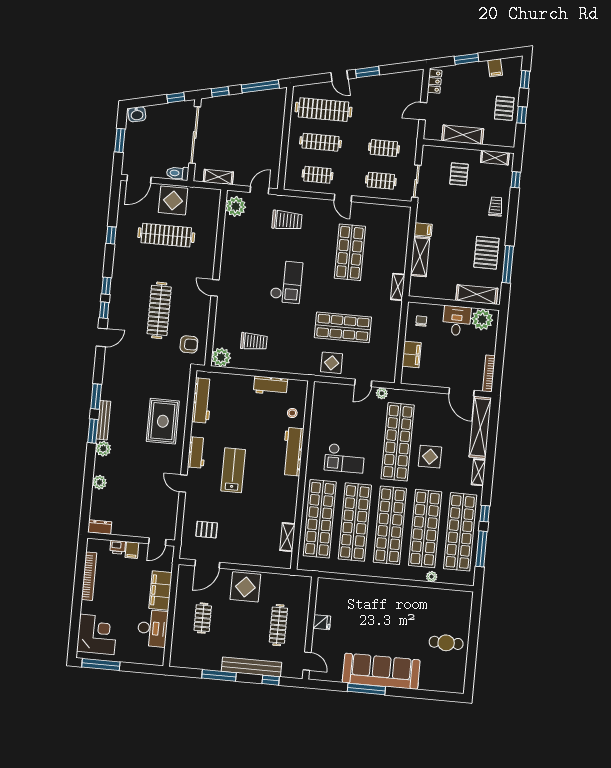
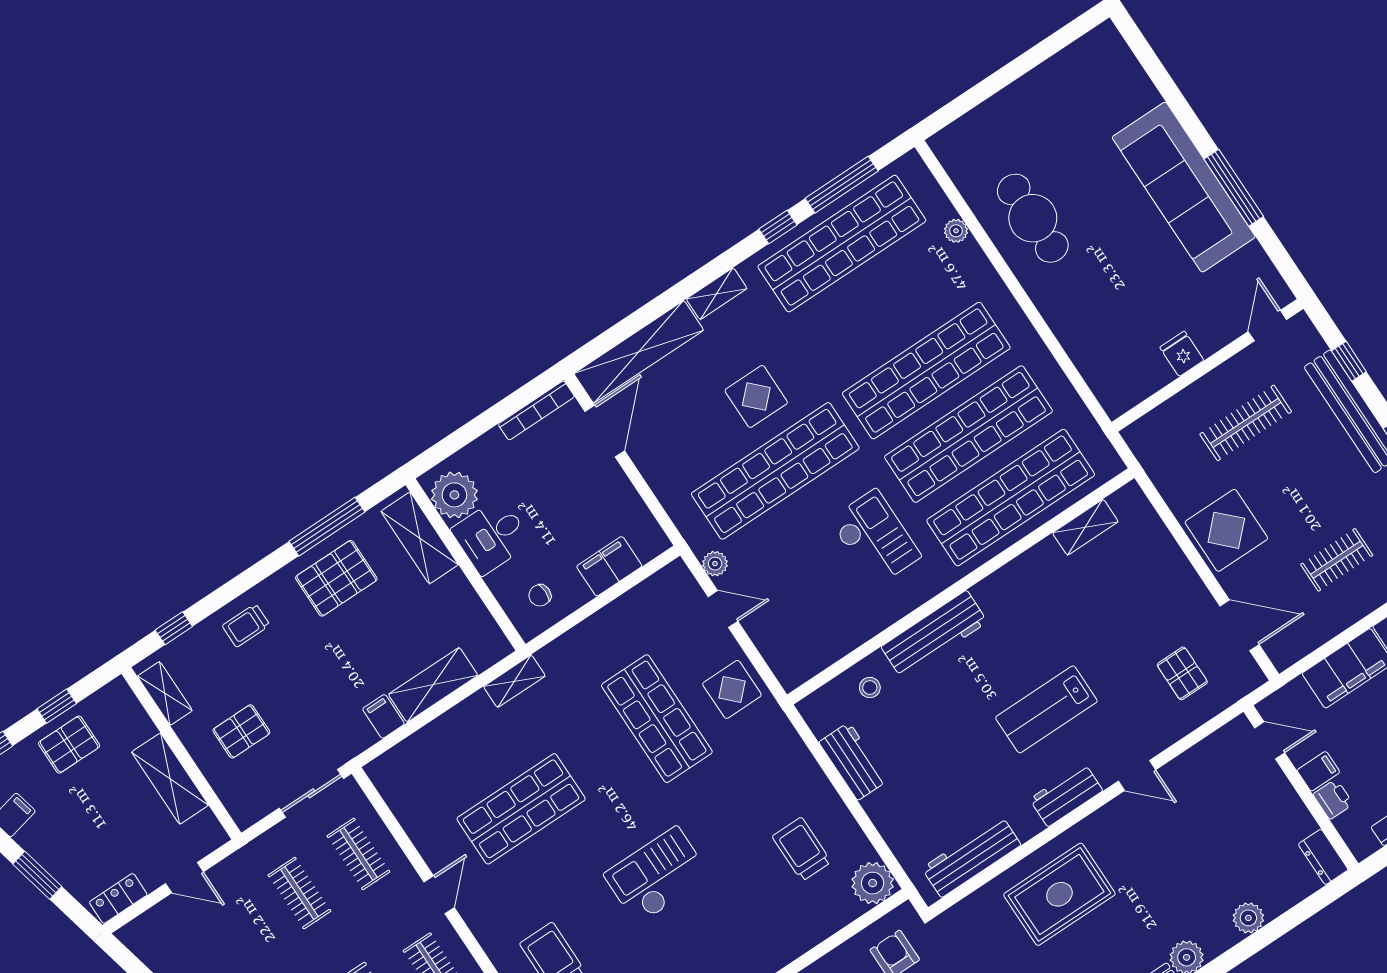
door: (183, 484) -> (1137, 775), hinge flipped
shop shelf: (425, 529) -> (884, 307), removed
cafe table: (446, 643) -> (1033, 218), moved, width x1.37, depth x1.35

